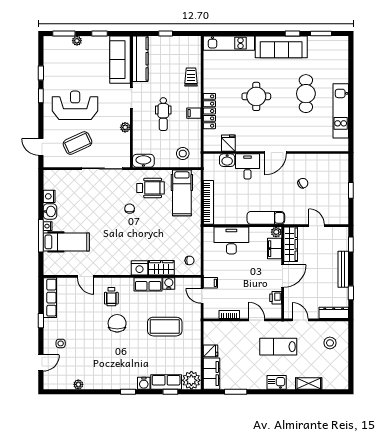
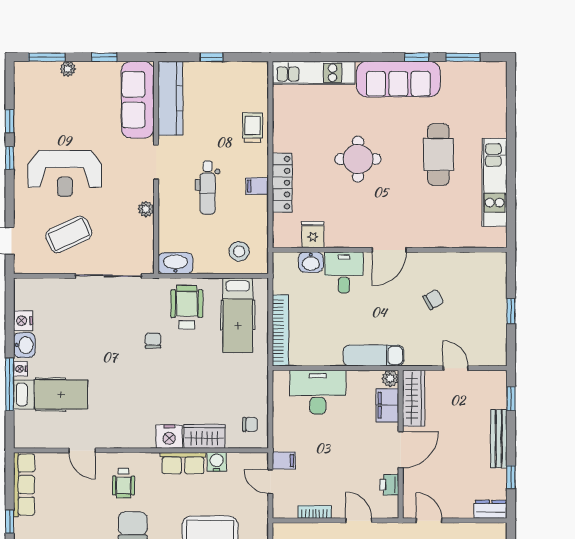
reception desk: (75, 105) -> (65, 173), turned 180
wheelchair: (150, 188) -> (187, 307), turned -90
dresser: (334, 313) -> (491, 509), width x0.70

